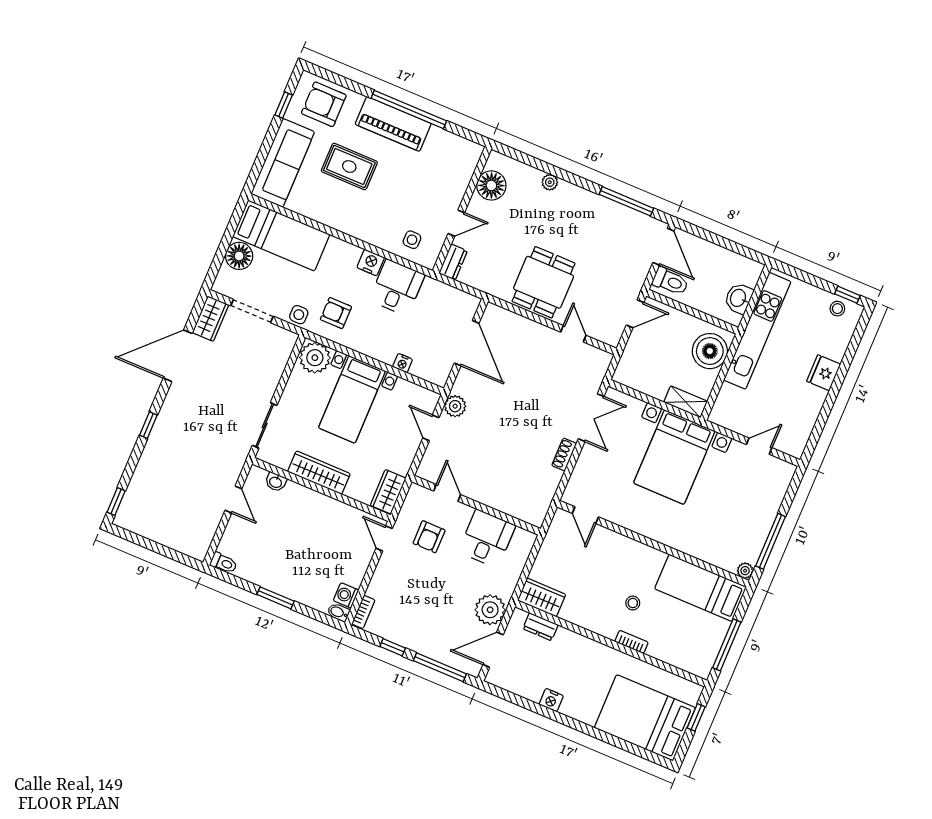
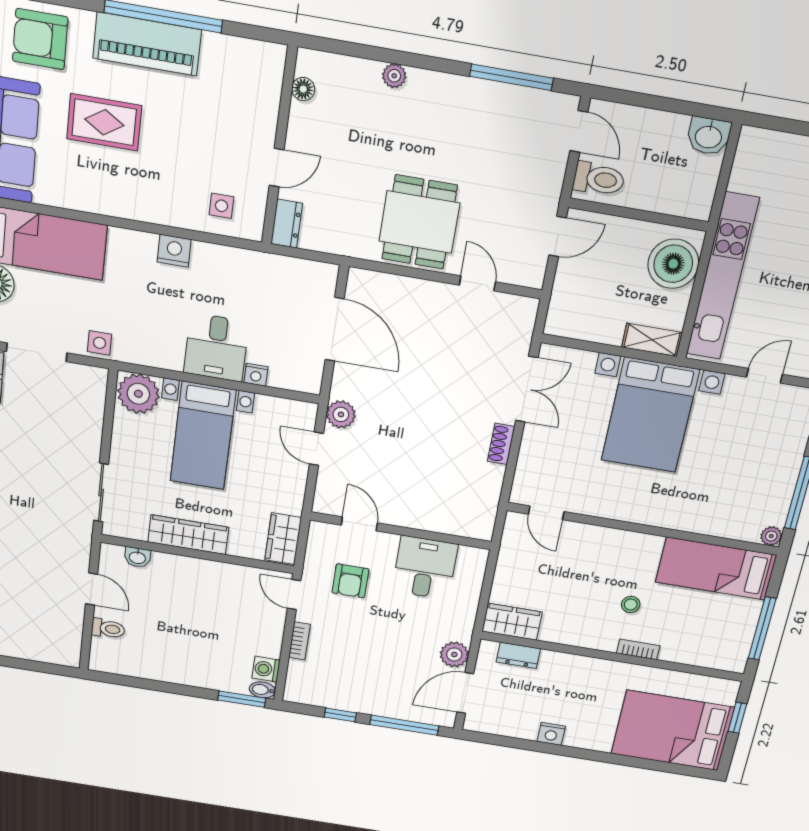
floor lamp: (491, 185) -> (303, 89), width x0.53, depth x0.53
door: (663, 247) -> (579, 131), width x0.73
desk: (397, 288) -> (216, 347), moved, turned 180
washbasin: (739, 298) -> (709, 136), moved, turned -90
armchair: (336, 313) -> (148, 329), removed
kitchen unit: (757, 331) -> (722, 277), moved
toilet: (224, 563) -> (108, 629), moved
window: (275, 598) -> (242, 699), moved
plant: (490, 610) -> (454, 654), width x0.73, depth x0.73
bookcase: (363, 612) -> (299, 641), moved

